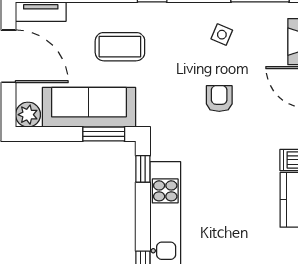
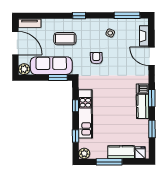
armchair: (219, 99) -> (96, 58), moved
window: (143, 169) -> (75, 106), moved

